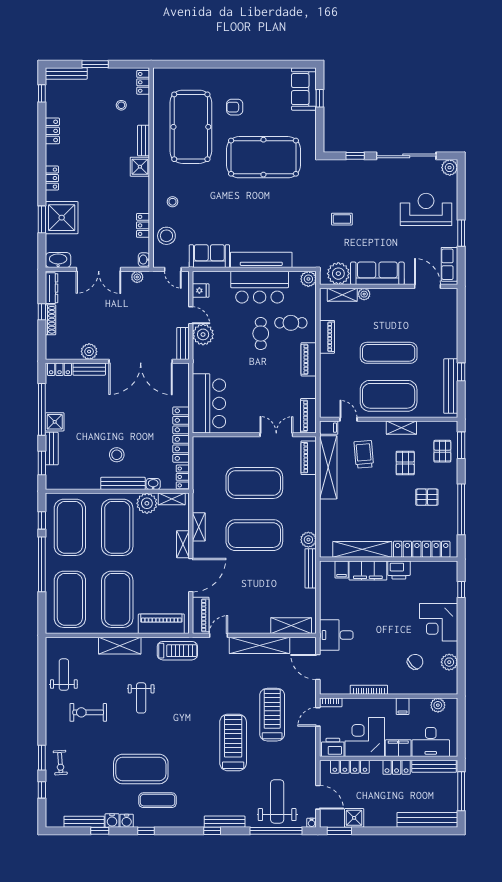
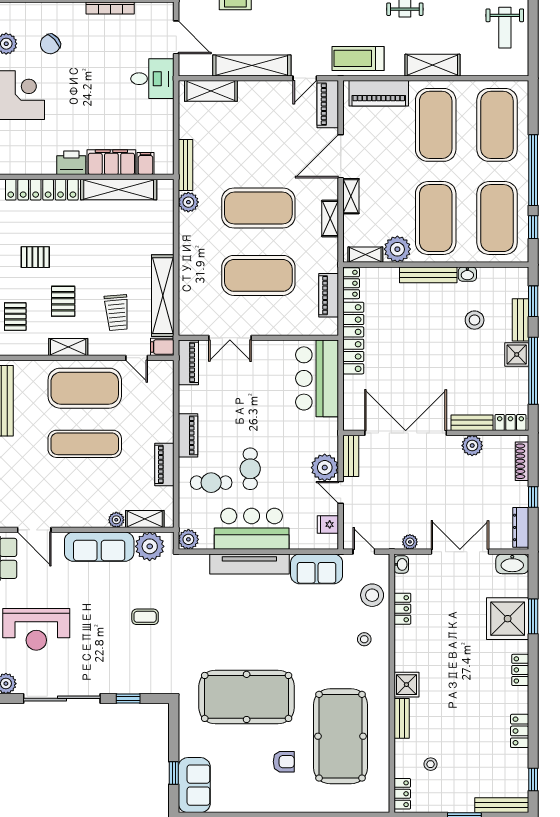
shoe rack: (51, 320) -> (522, 461), moved
stool: (117, 455) -> (475, 320), moved
piano: (309, 458) -> (329, 295), moved, turned 180
washbasin: (153, 484) -> (467, 274), moved

